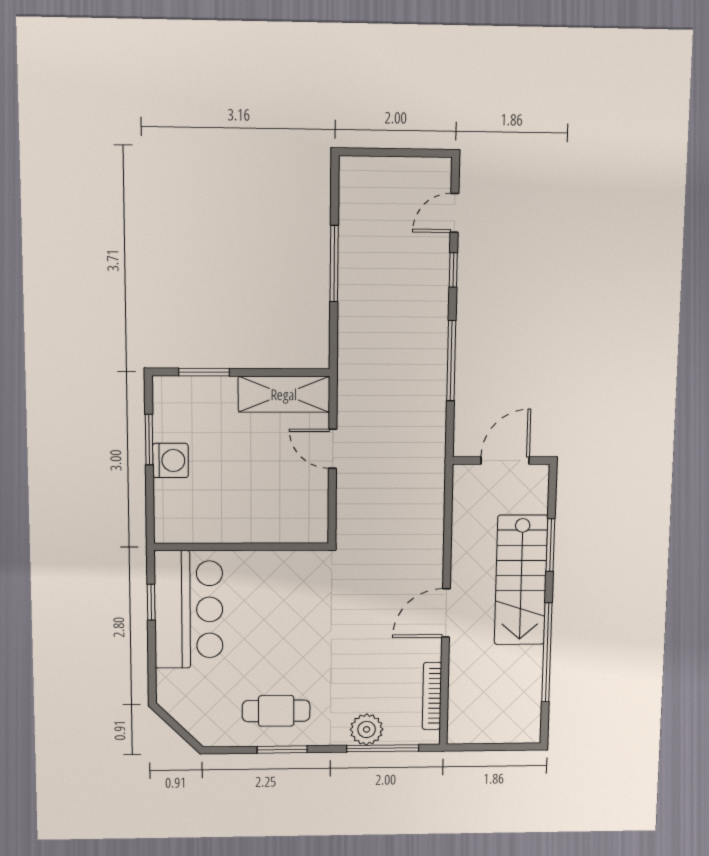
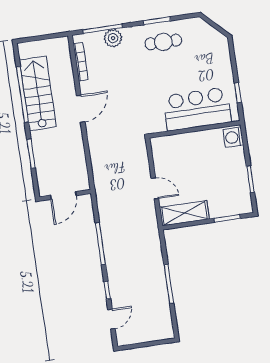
washing machine: (171, 461) -> (233, 137), moved
stairs: (521, 580) -> (38, 93), moved
bar counter: (189, 610) -> (197, 109), moved, turned 90

